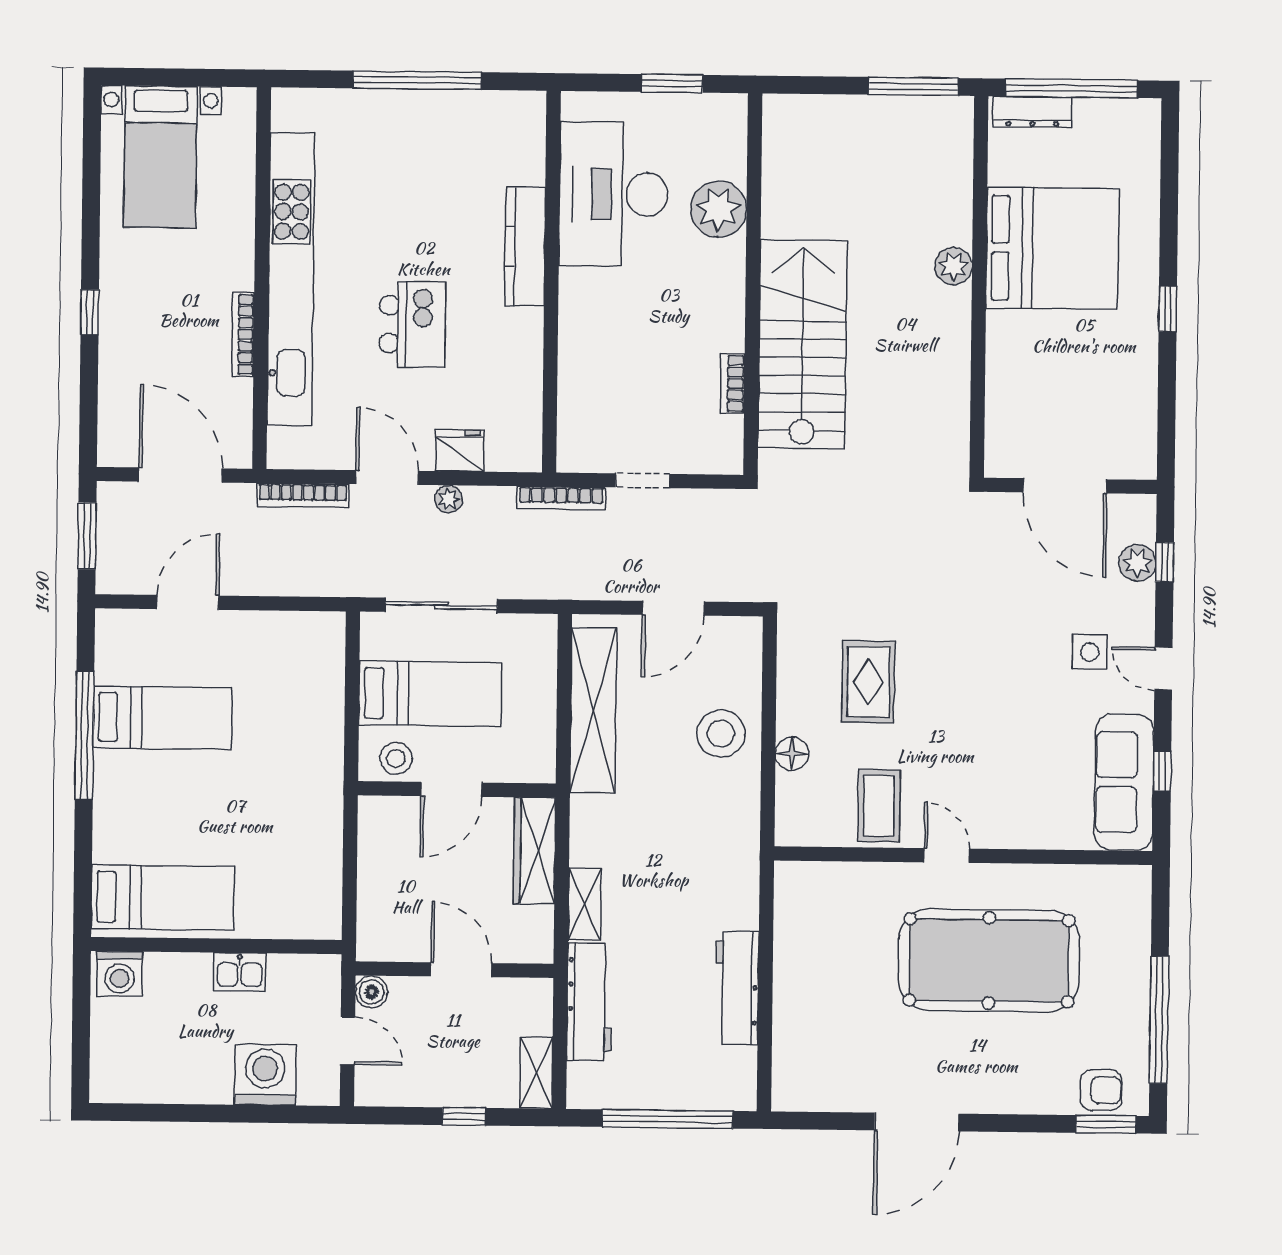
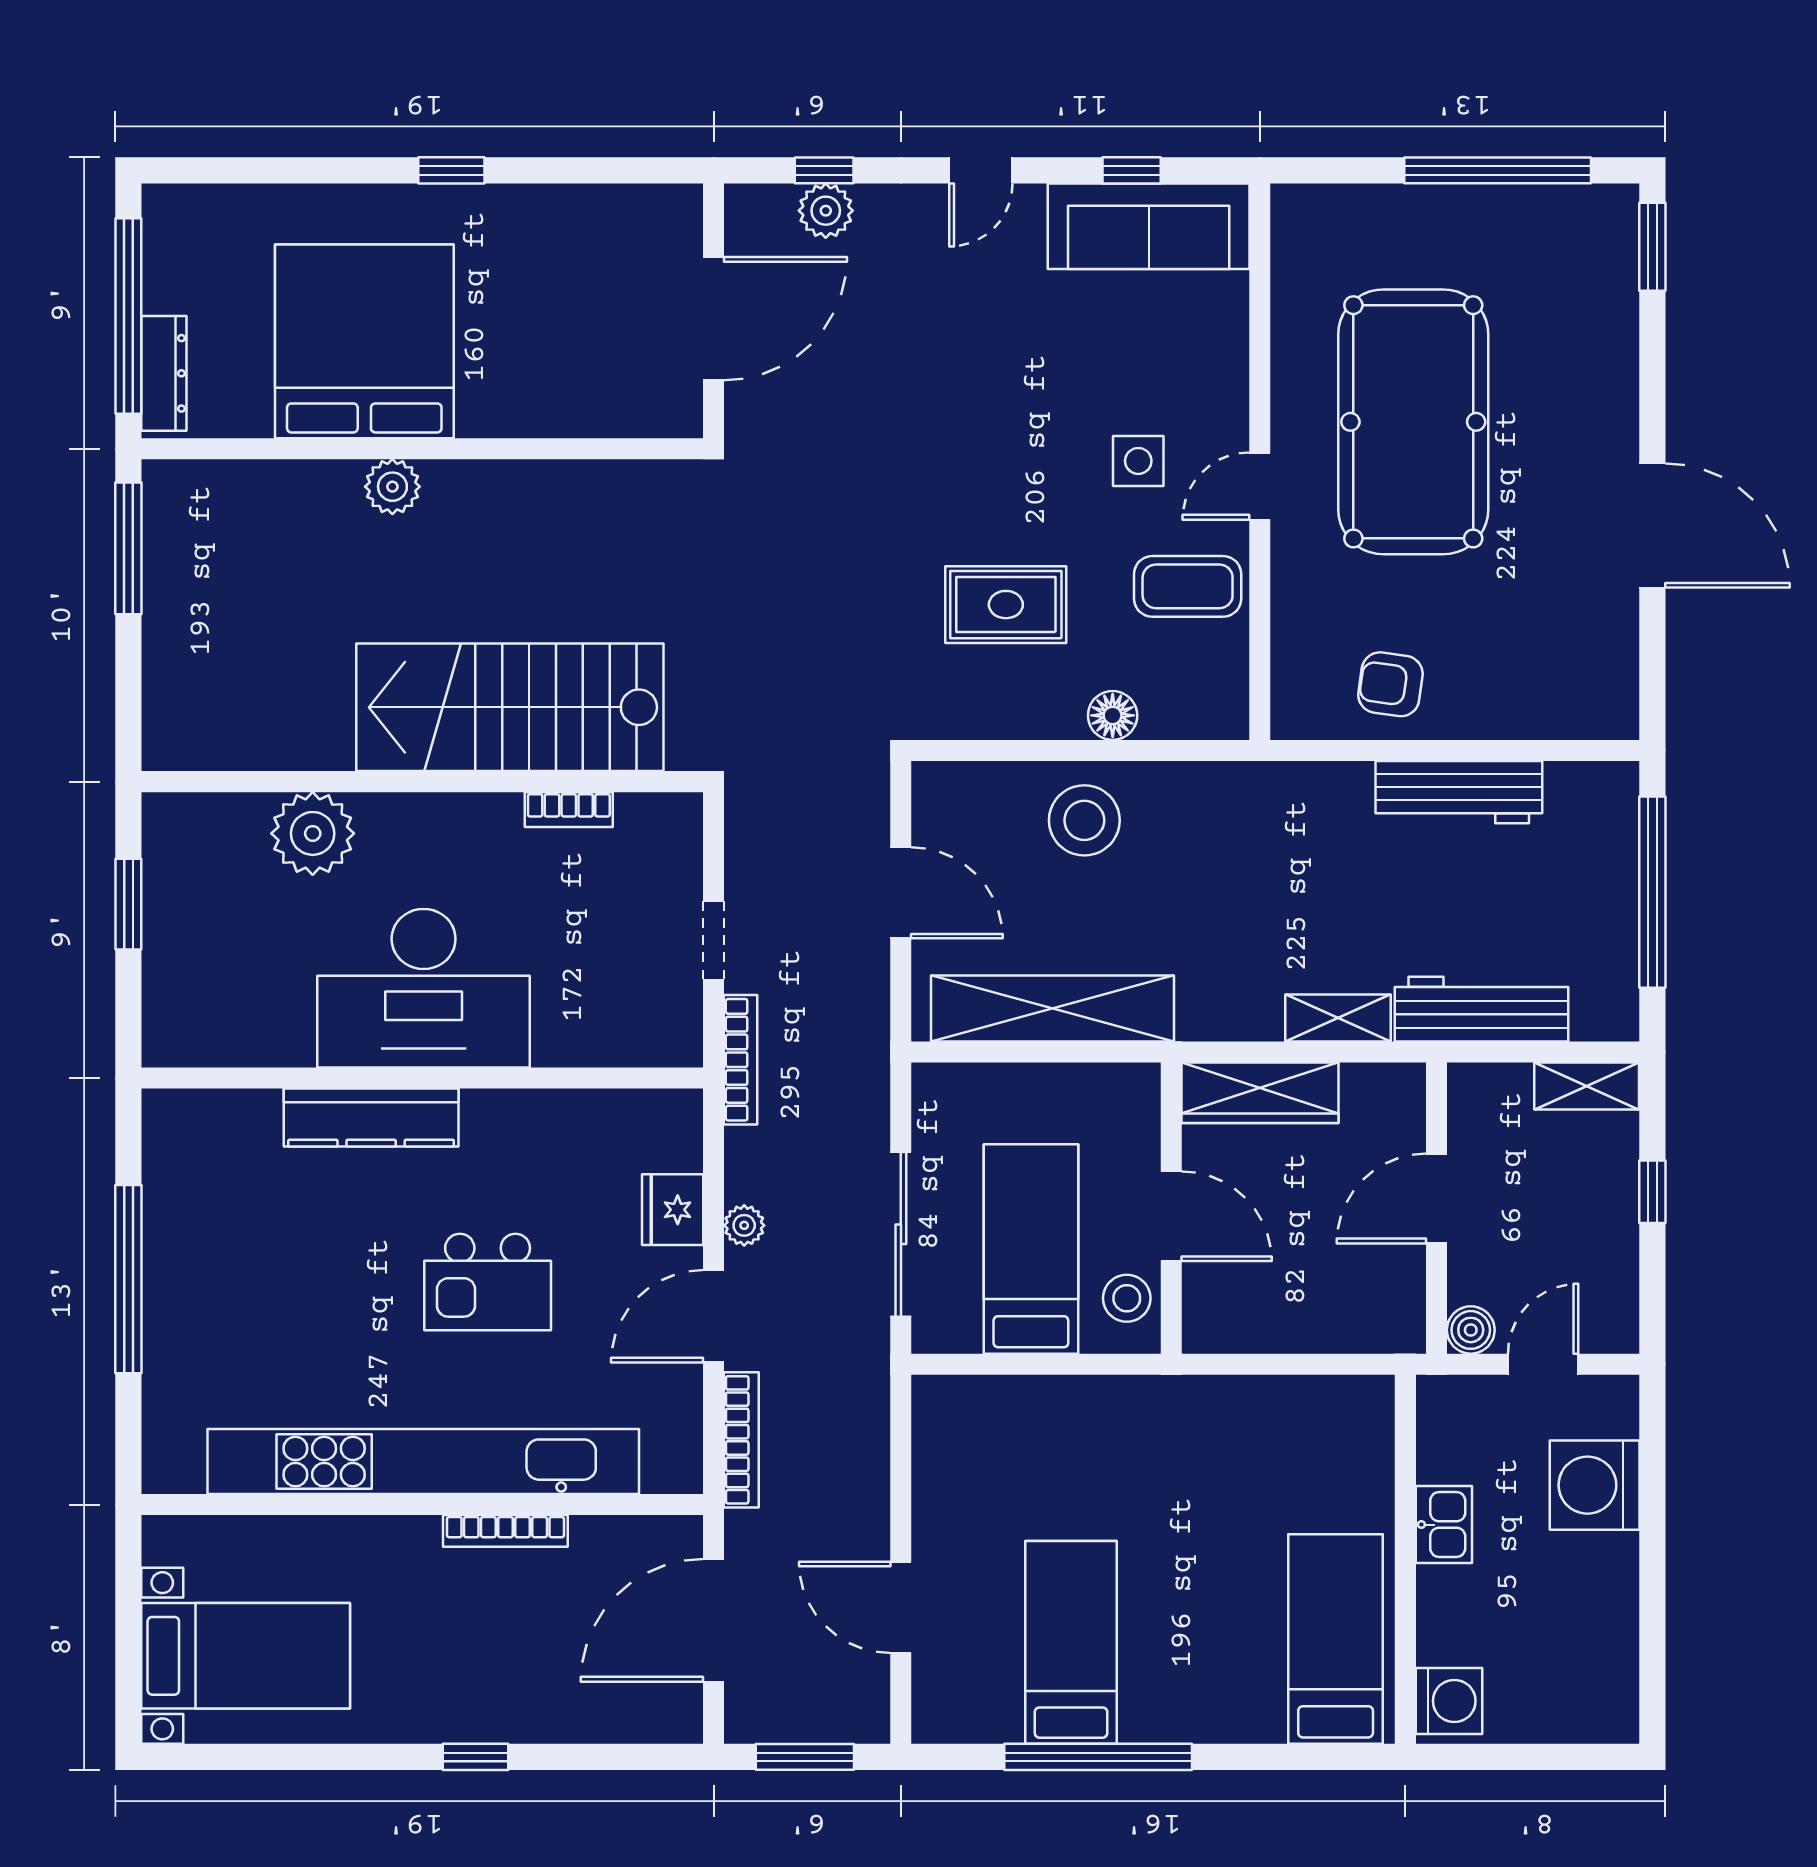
desk: (613, 194) -> (424, 988), moved
kitchen island: (412, 324) -> (488, 1282), turned 180
side table: (1090, 652) -> (1138, 461), moved
armchair: (1101, 1090) -> (1390, 684), moved, turned -82

